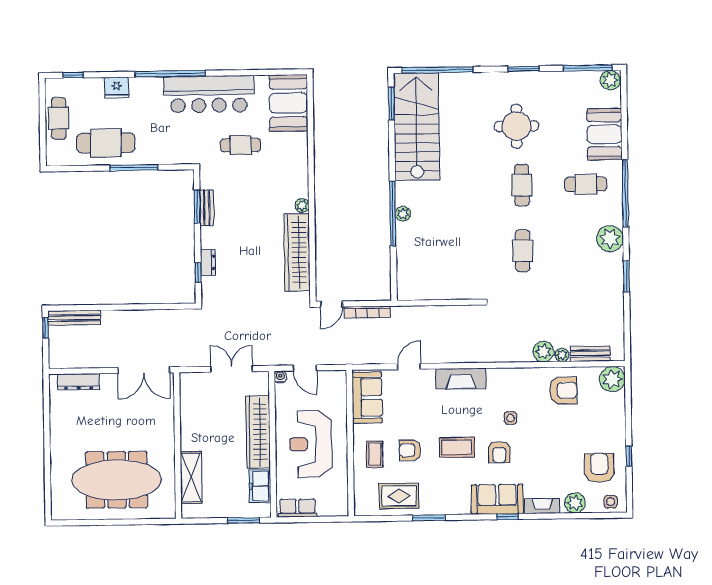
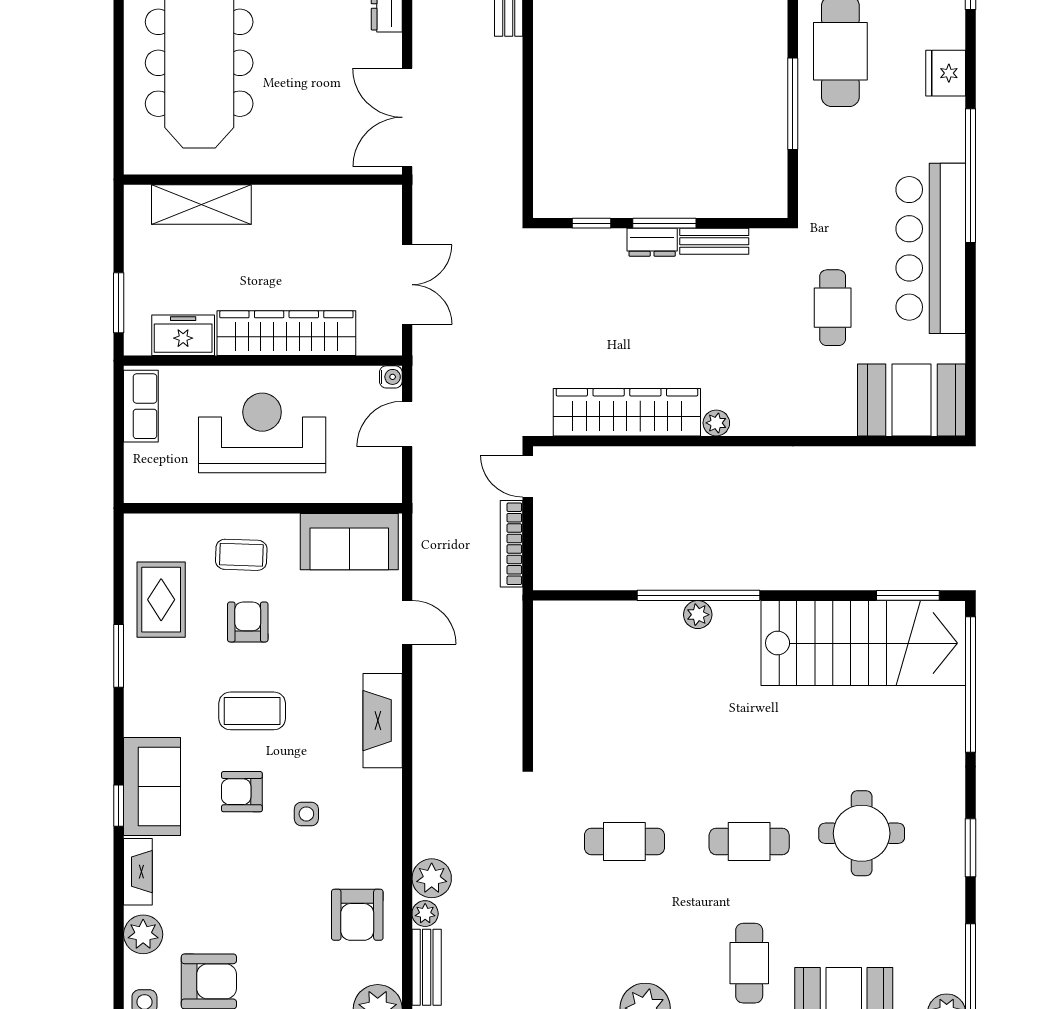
window: (197, 206) -> (664, 223), moved
dresser: (208, 262) -> (652, 242), moved
coffee table: (457, 447) -> (252, 711), turned 90

